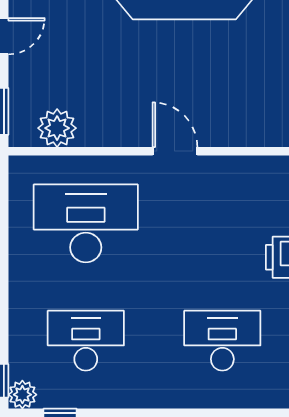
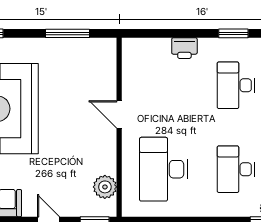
door: (175, 151) -> (119, 114), hinge flipped

